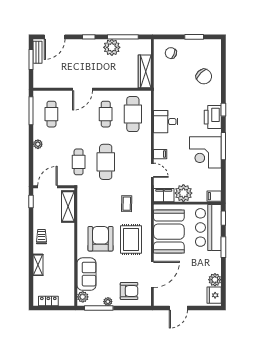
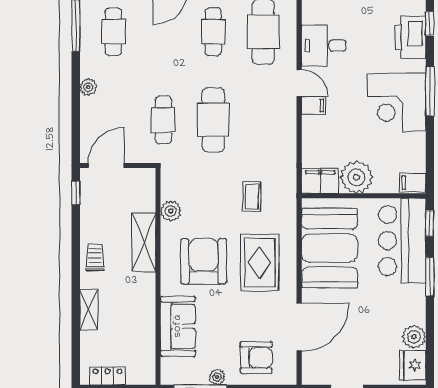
door: (152, 170) -> (299, 83), moved
shelving: (68, 207) -> (144, 242), moved
plant: (83, 297) -> (171, 211), moved

